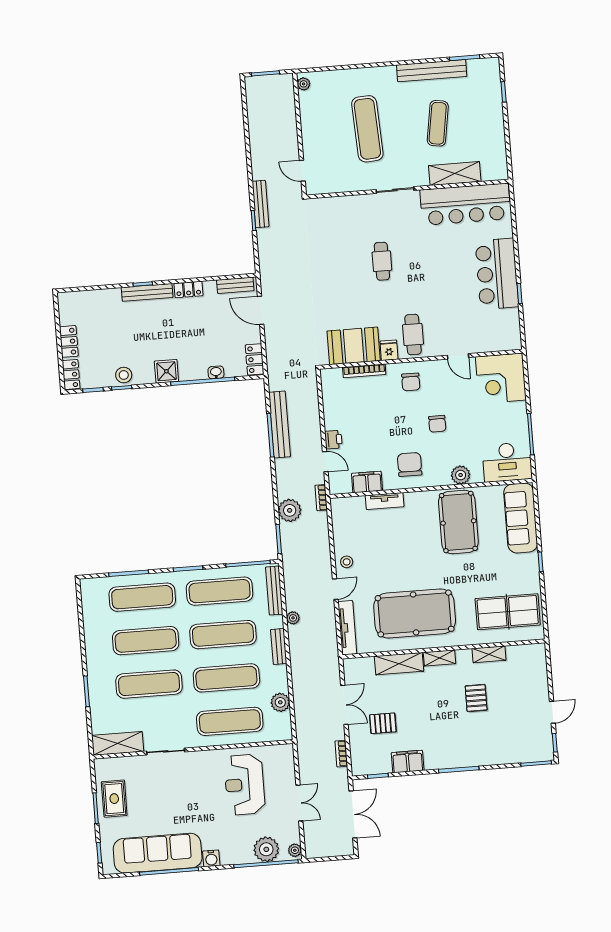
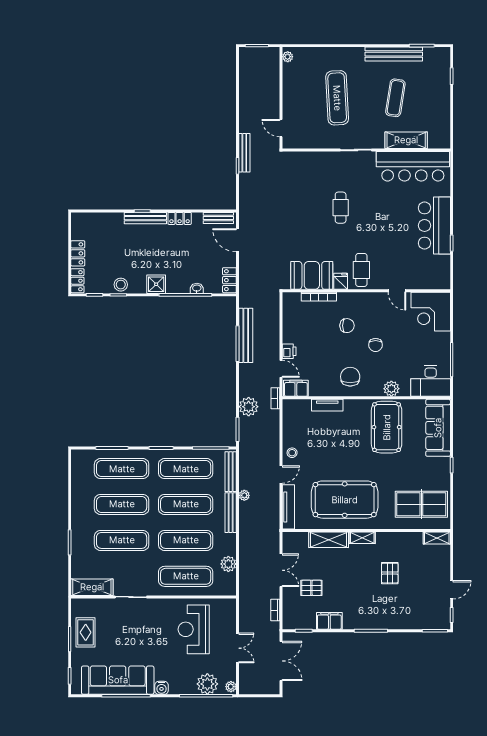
chair: (411, 382) -> (347, 326), moved, turned -90
filing cabinet: (367, 482) -> (296, 388), moved
bench: (279, 646) -> (231, 513), width x1.36
shelving: (489, 654) -> (437, 538), moved

